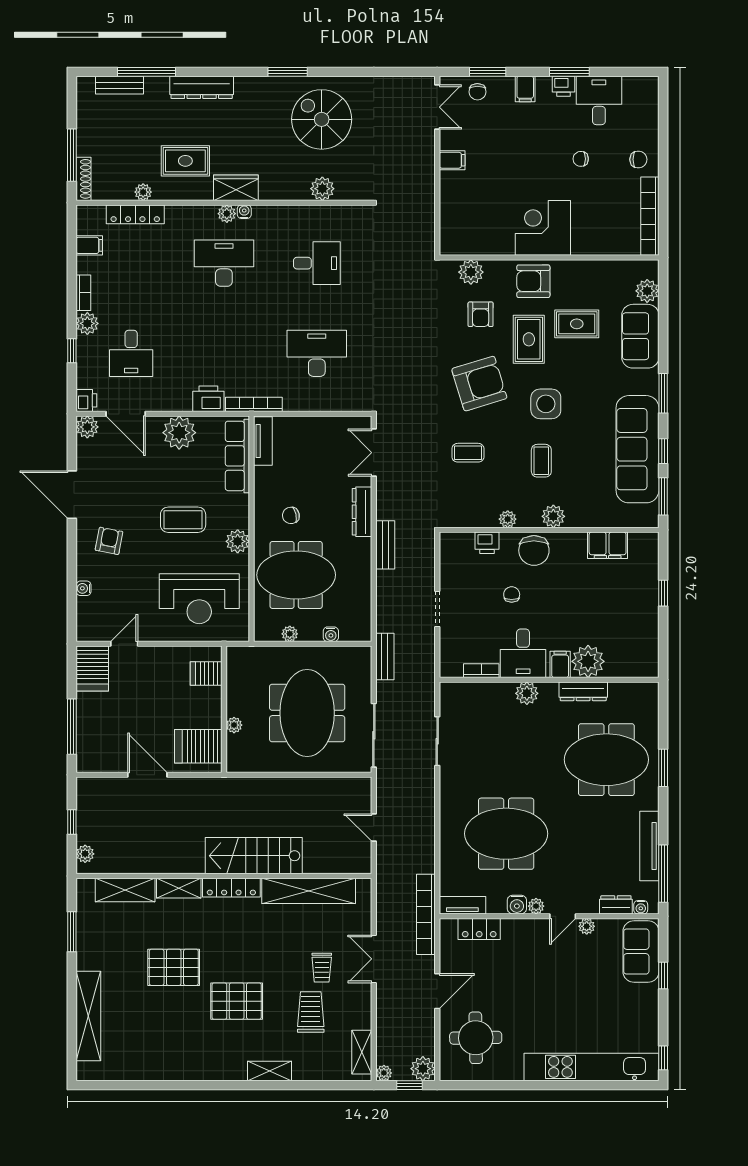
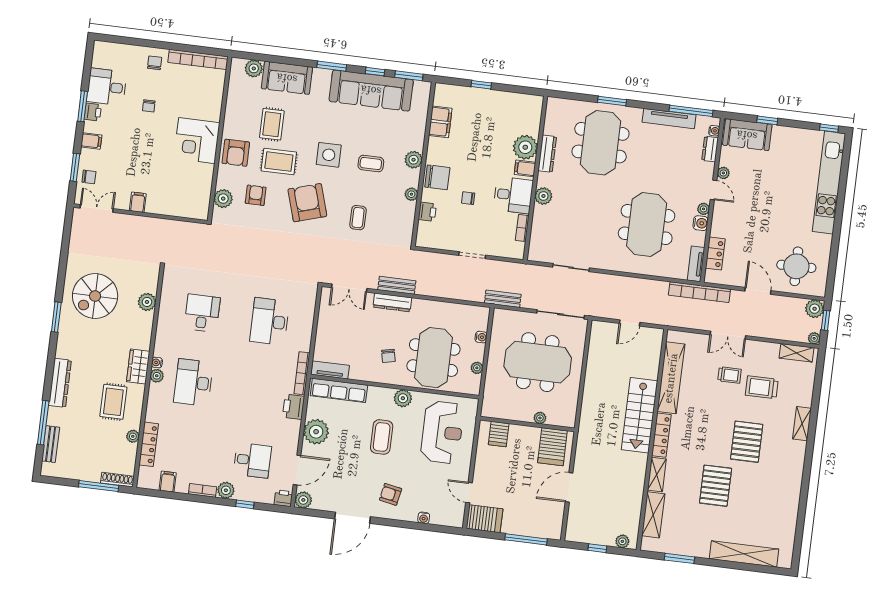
armchair: (481, 314) -> (256, 195), turned -90
bench: (385, 545) -> (397, 285), moved

